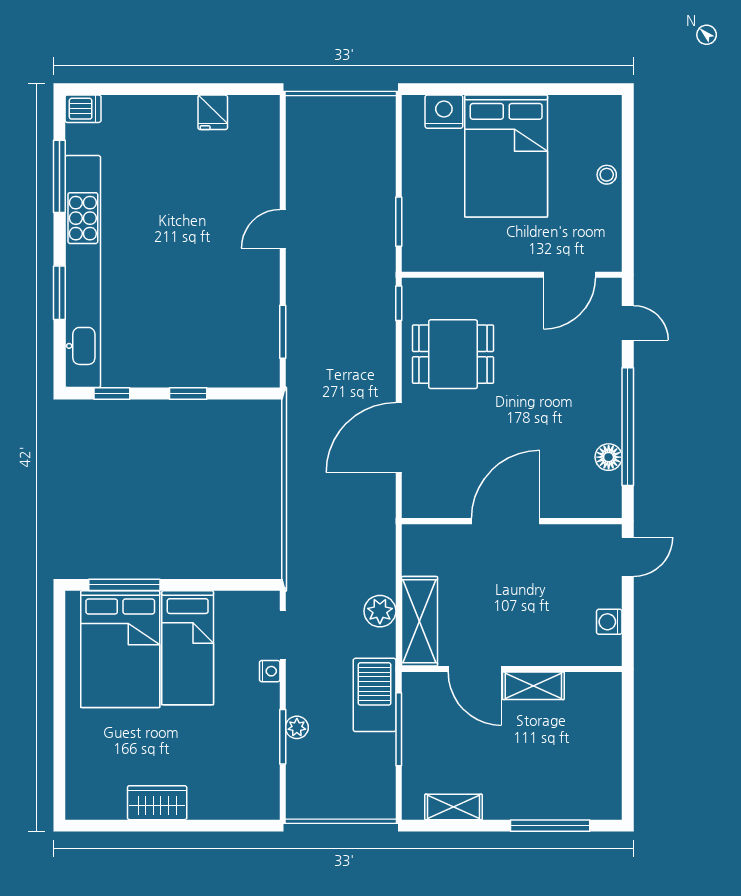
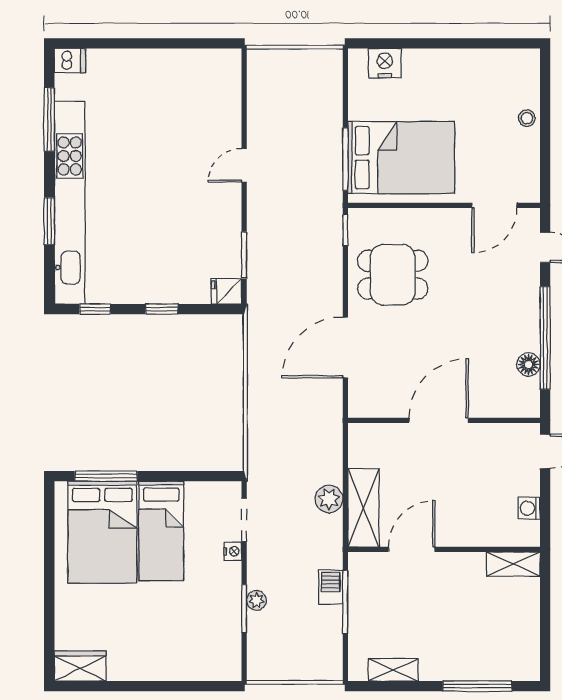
fridge: (213, 112) -> (226, 291), moved, turned 90
bed: (506, 156) -> (401, 158), moved, turned -90
window: (399, 222) -> (345, 159), width x1.44
door: (475, 669) -> (412, 549), swing flipped
shelving: (533, 686) -> (513, 564), moved
barbecue: (375, 695) -> (331, 587), width x0.53, depth x0.65
wardrobe: (157, 803) -> (80, 666), moved

